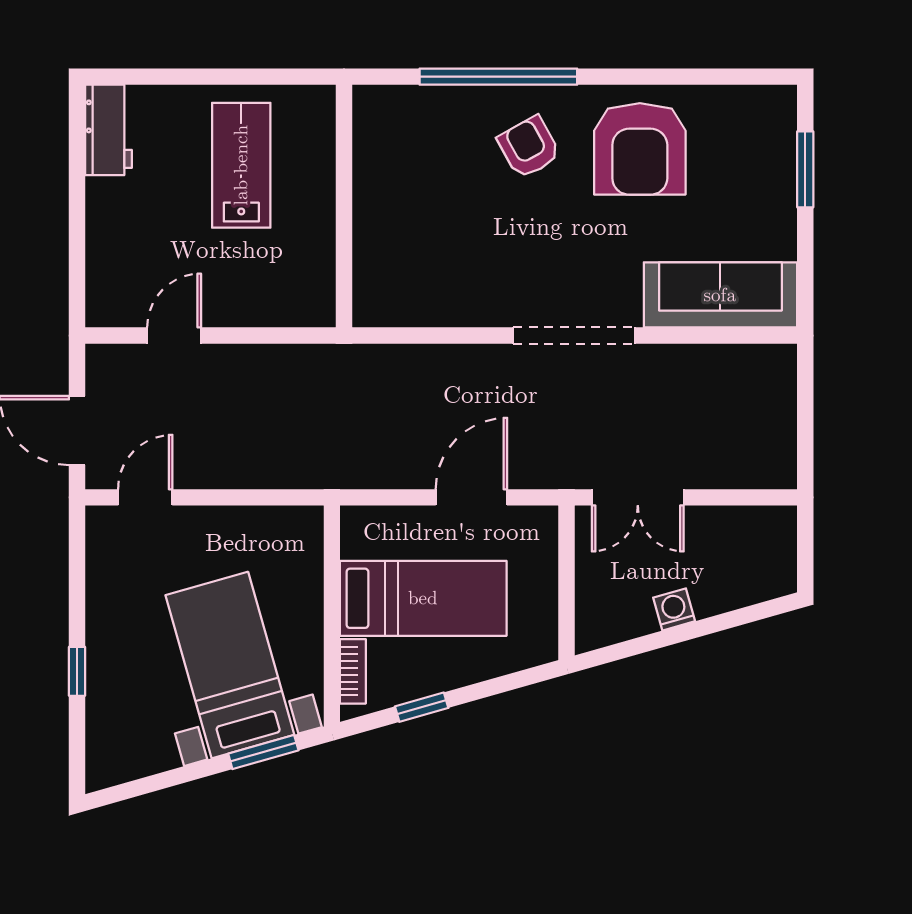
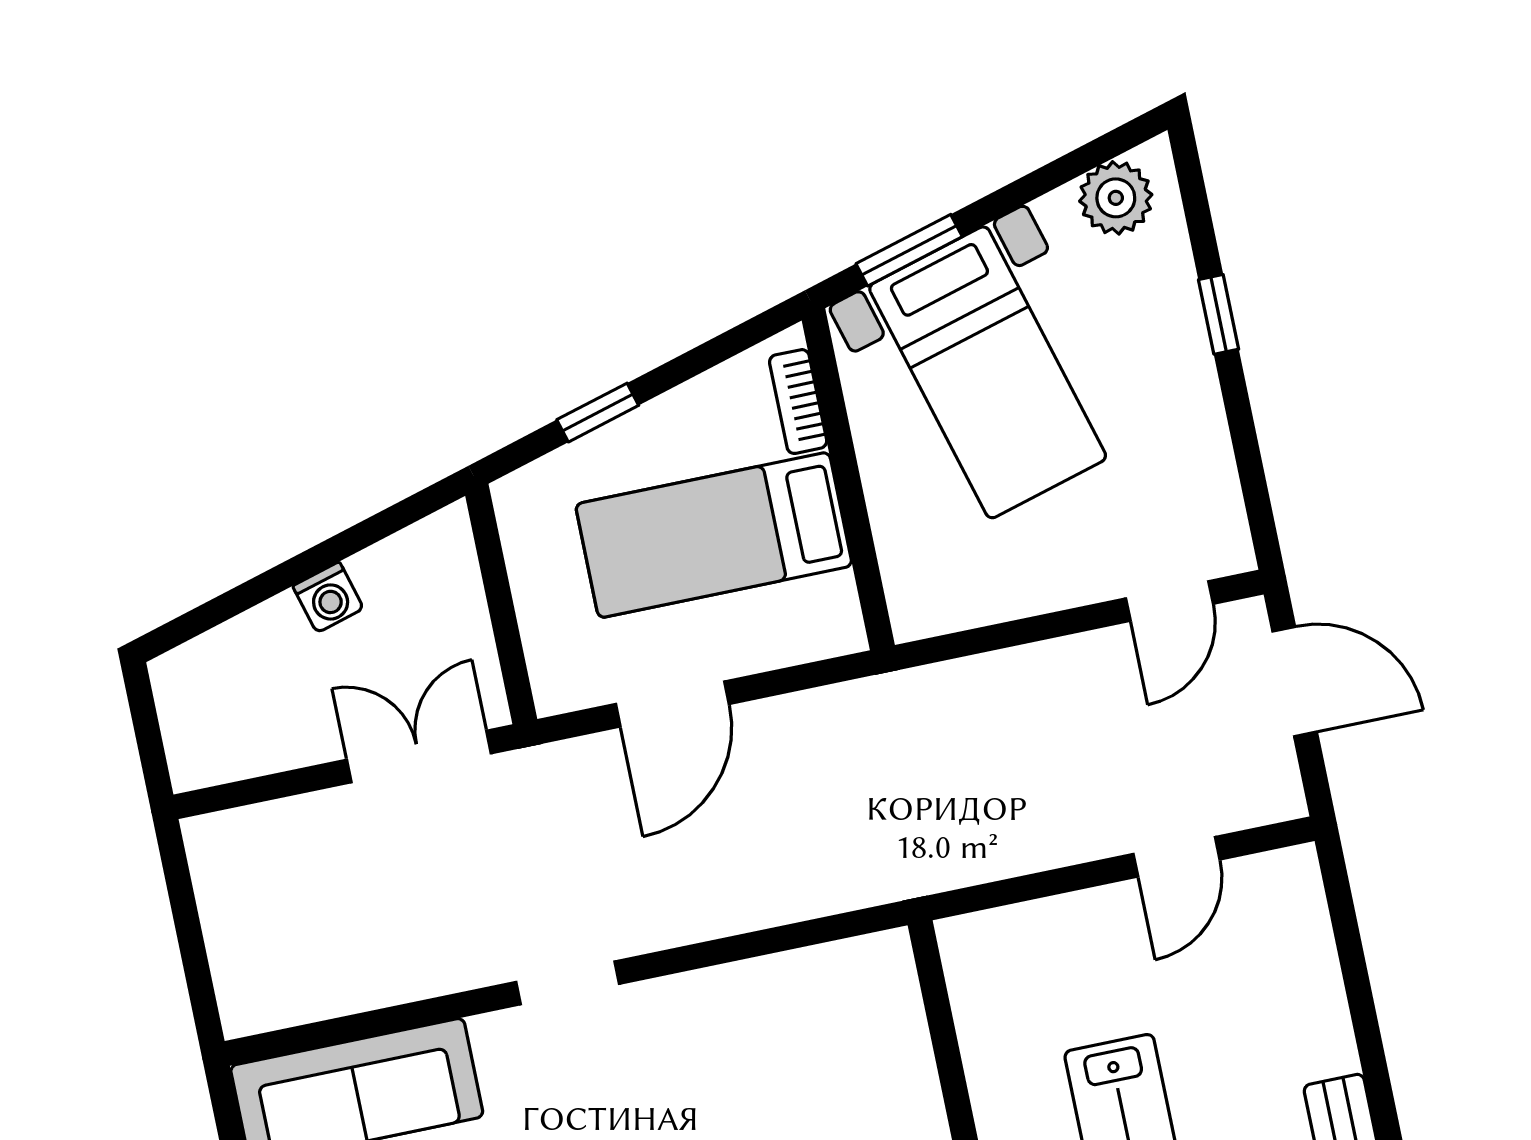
doorway: (574, 336) -> (568, 983), width x0.53
window: (422, 707) -> (598, 413), moved
plant: (126, 758) -> (1116, 198), added

